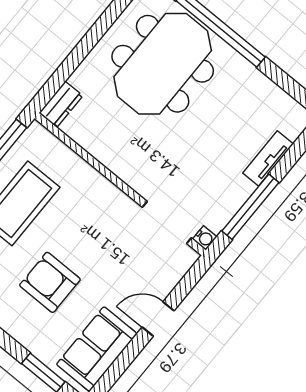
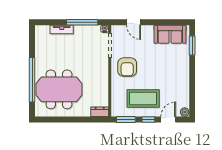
armchair: (50, 282) -> (127, 67), moved
door: (158, 319) -> (134, 22), moved

